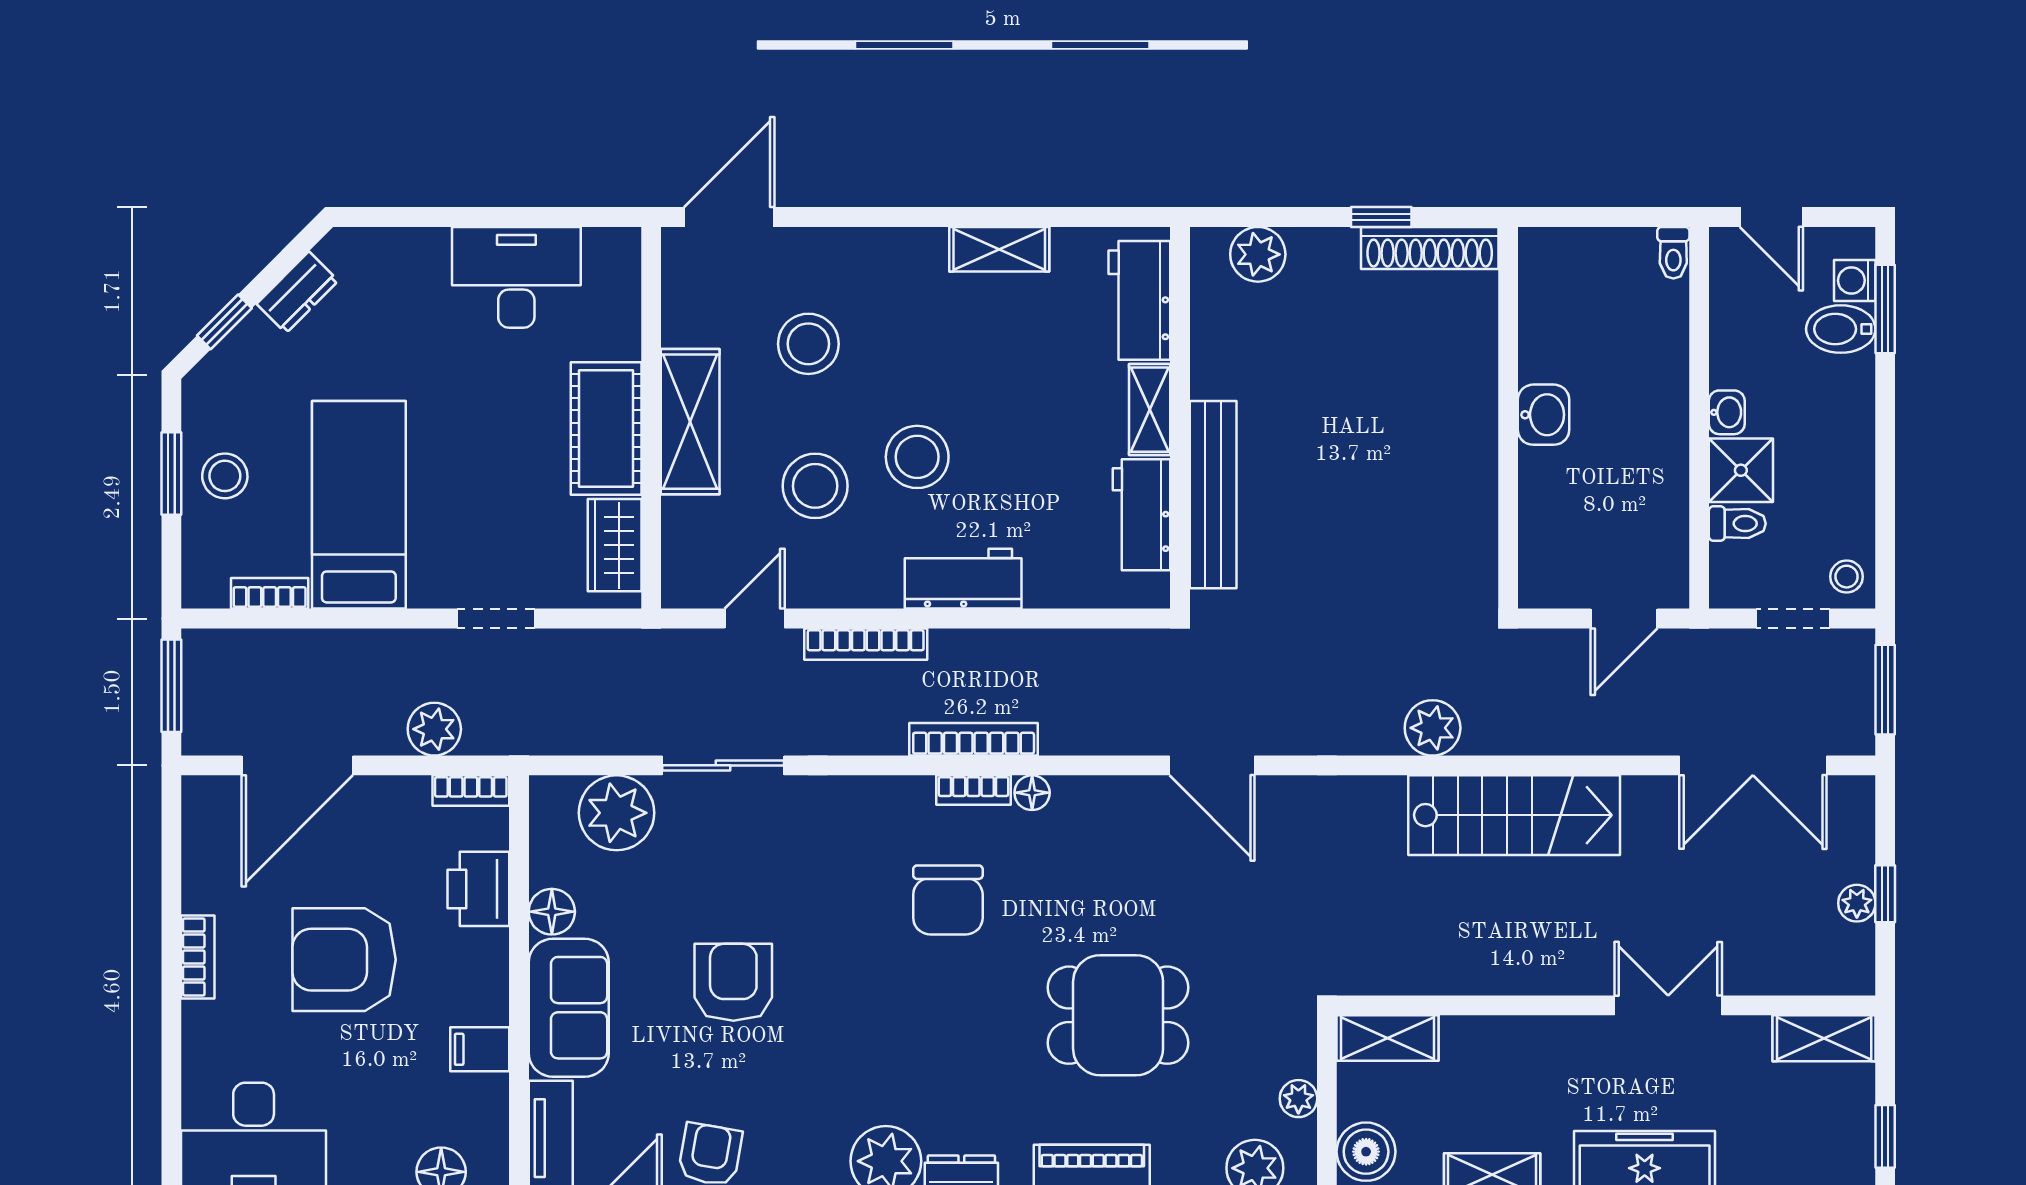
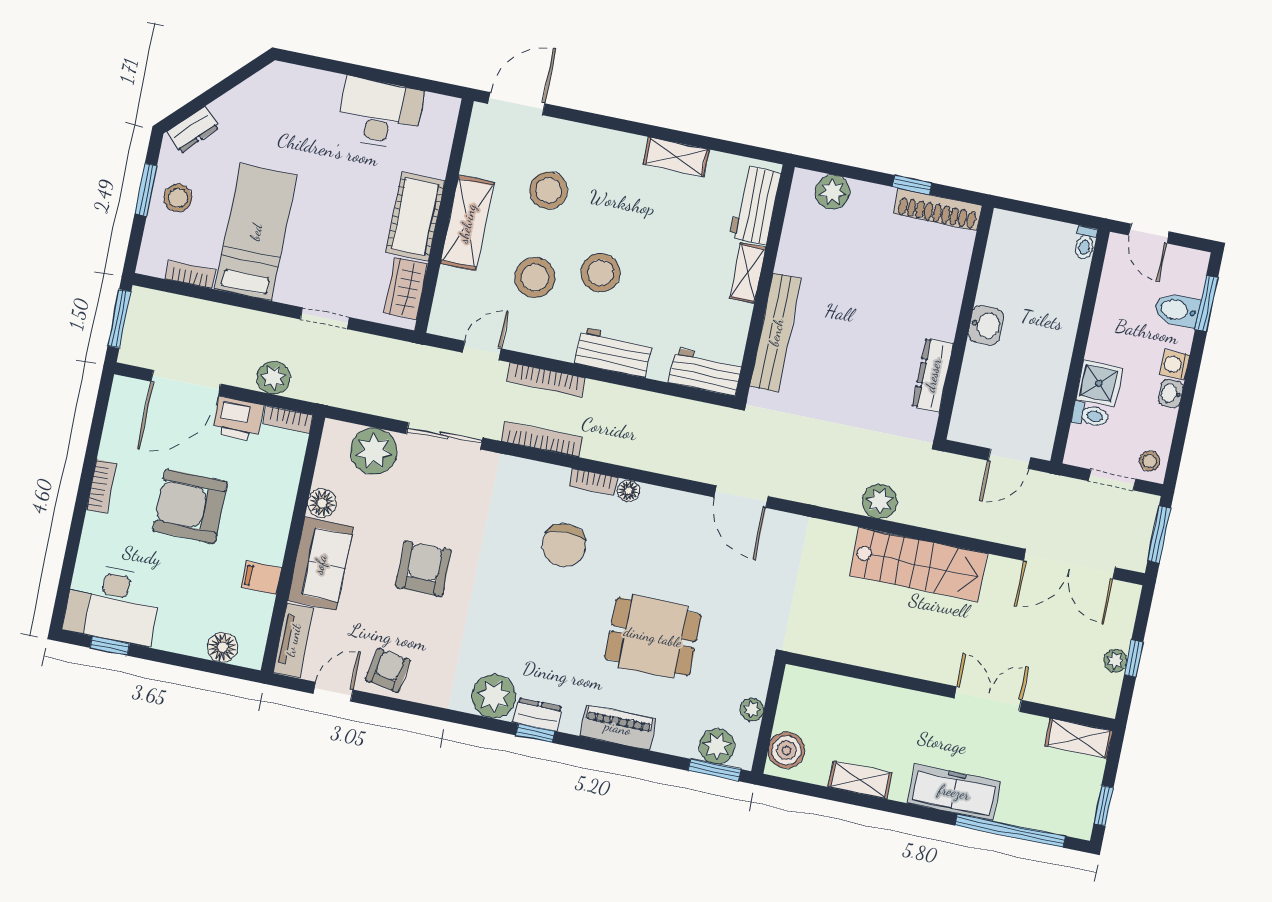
washing machine: (1855, 280) -> (1175, 365), moved
dresser: (297, 292) -> (193, 130), moved
window: (224, 322) -> (197, 104), removed
washbasin: (1727, 412) -> (1171, 393), moved, turned 180
dresser: (1476, 511) -> (933, 375), added
workbench: (1142, 515) -> (705, 372), moved, turned 90
bookcase: (974, 739) -> (542, 439), moved
printer: (478, 889) -> (238, 419), moved, turned -90
shelving: (1387, 1038) -> (814, 684), removed

